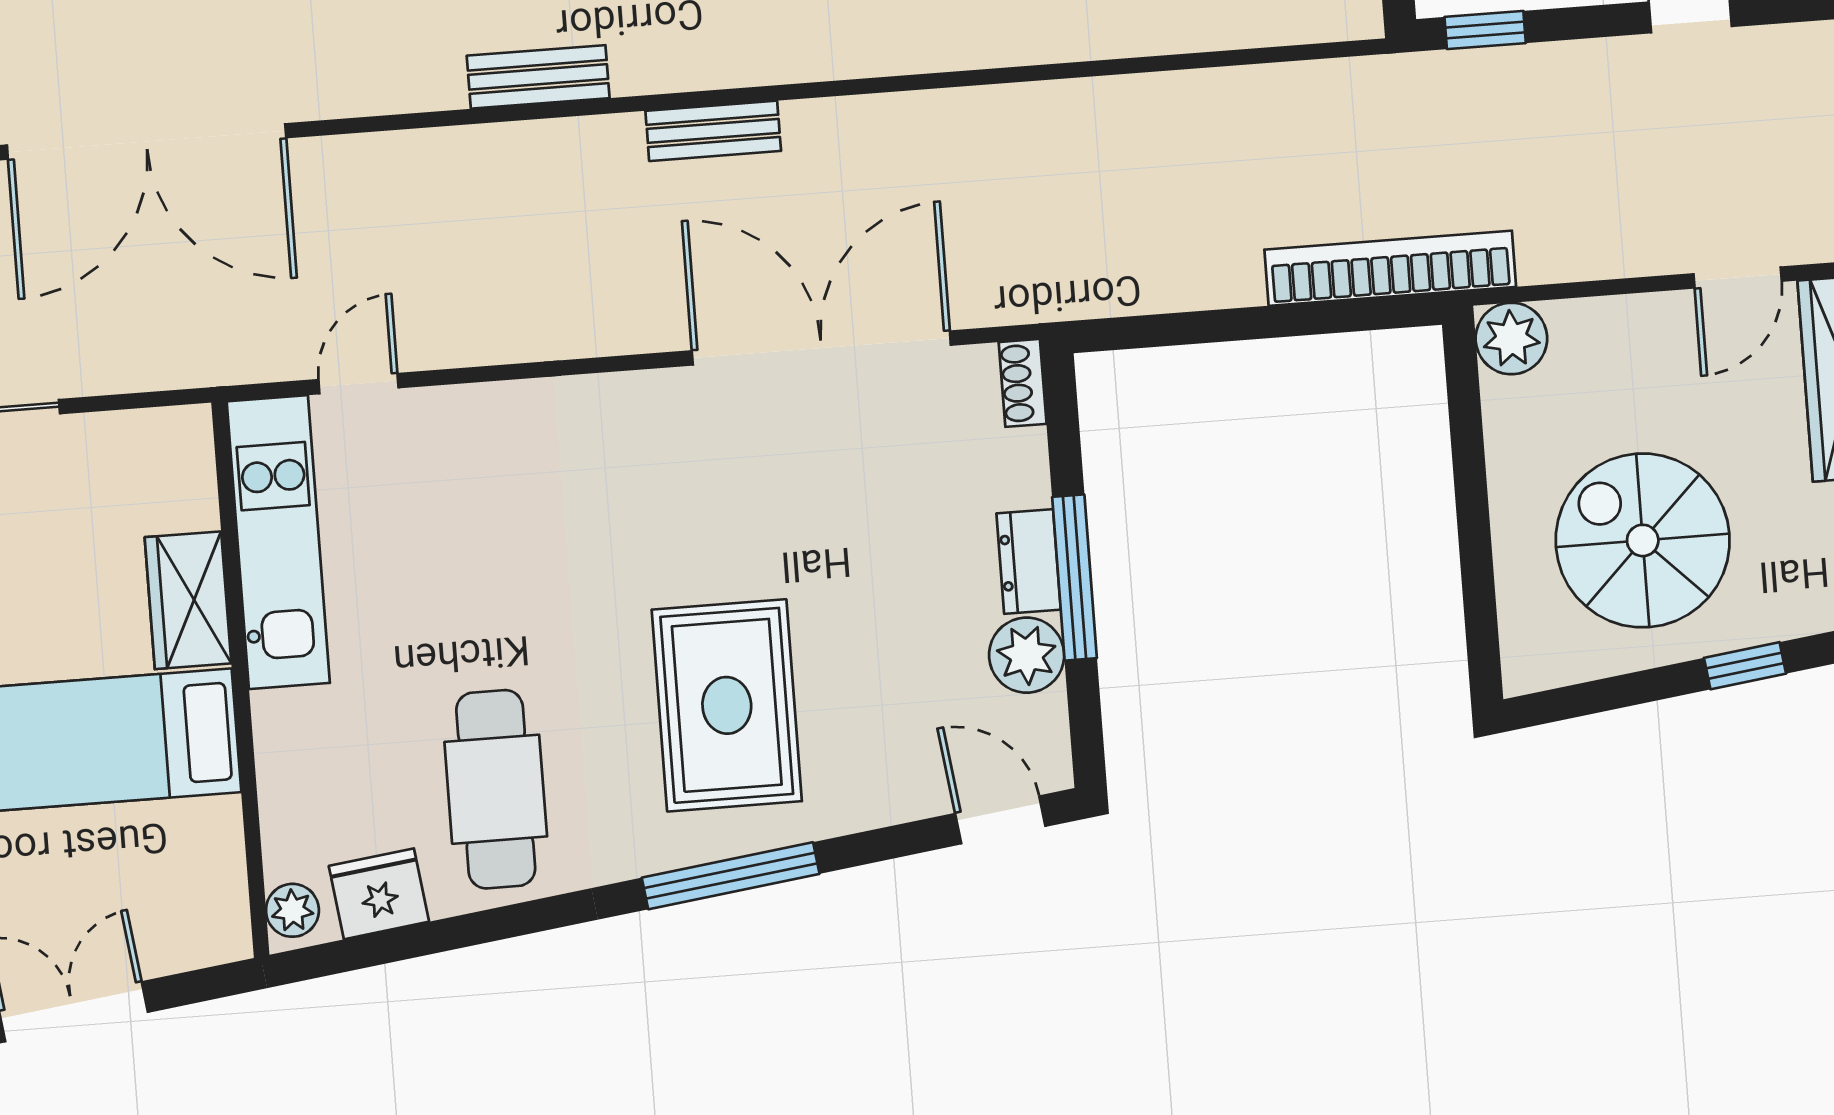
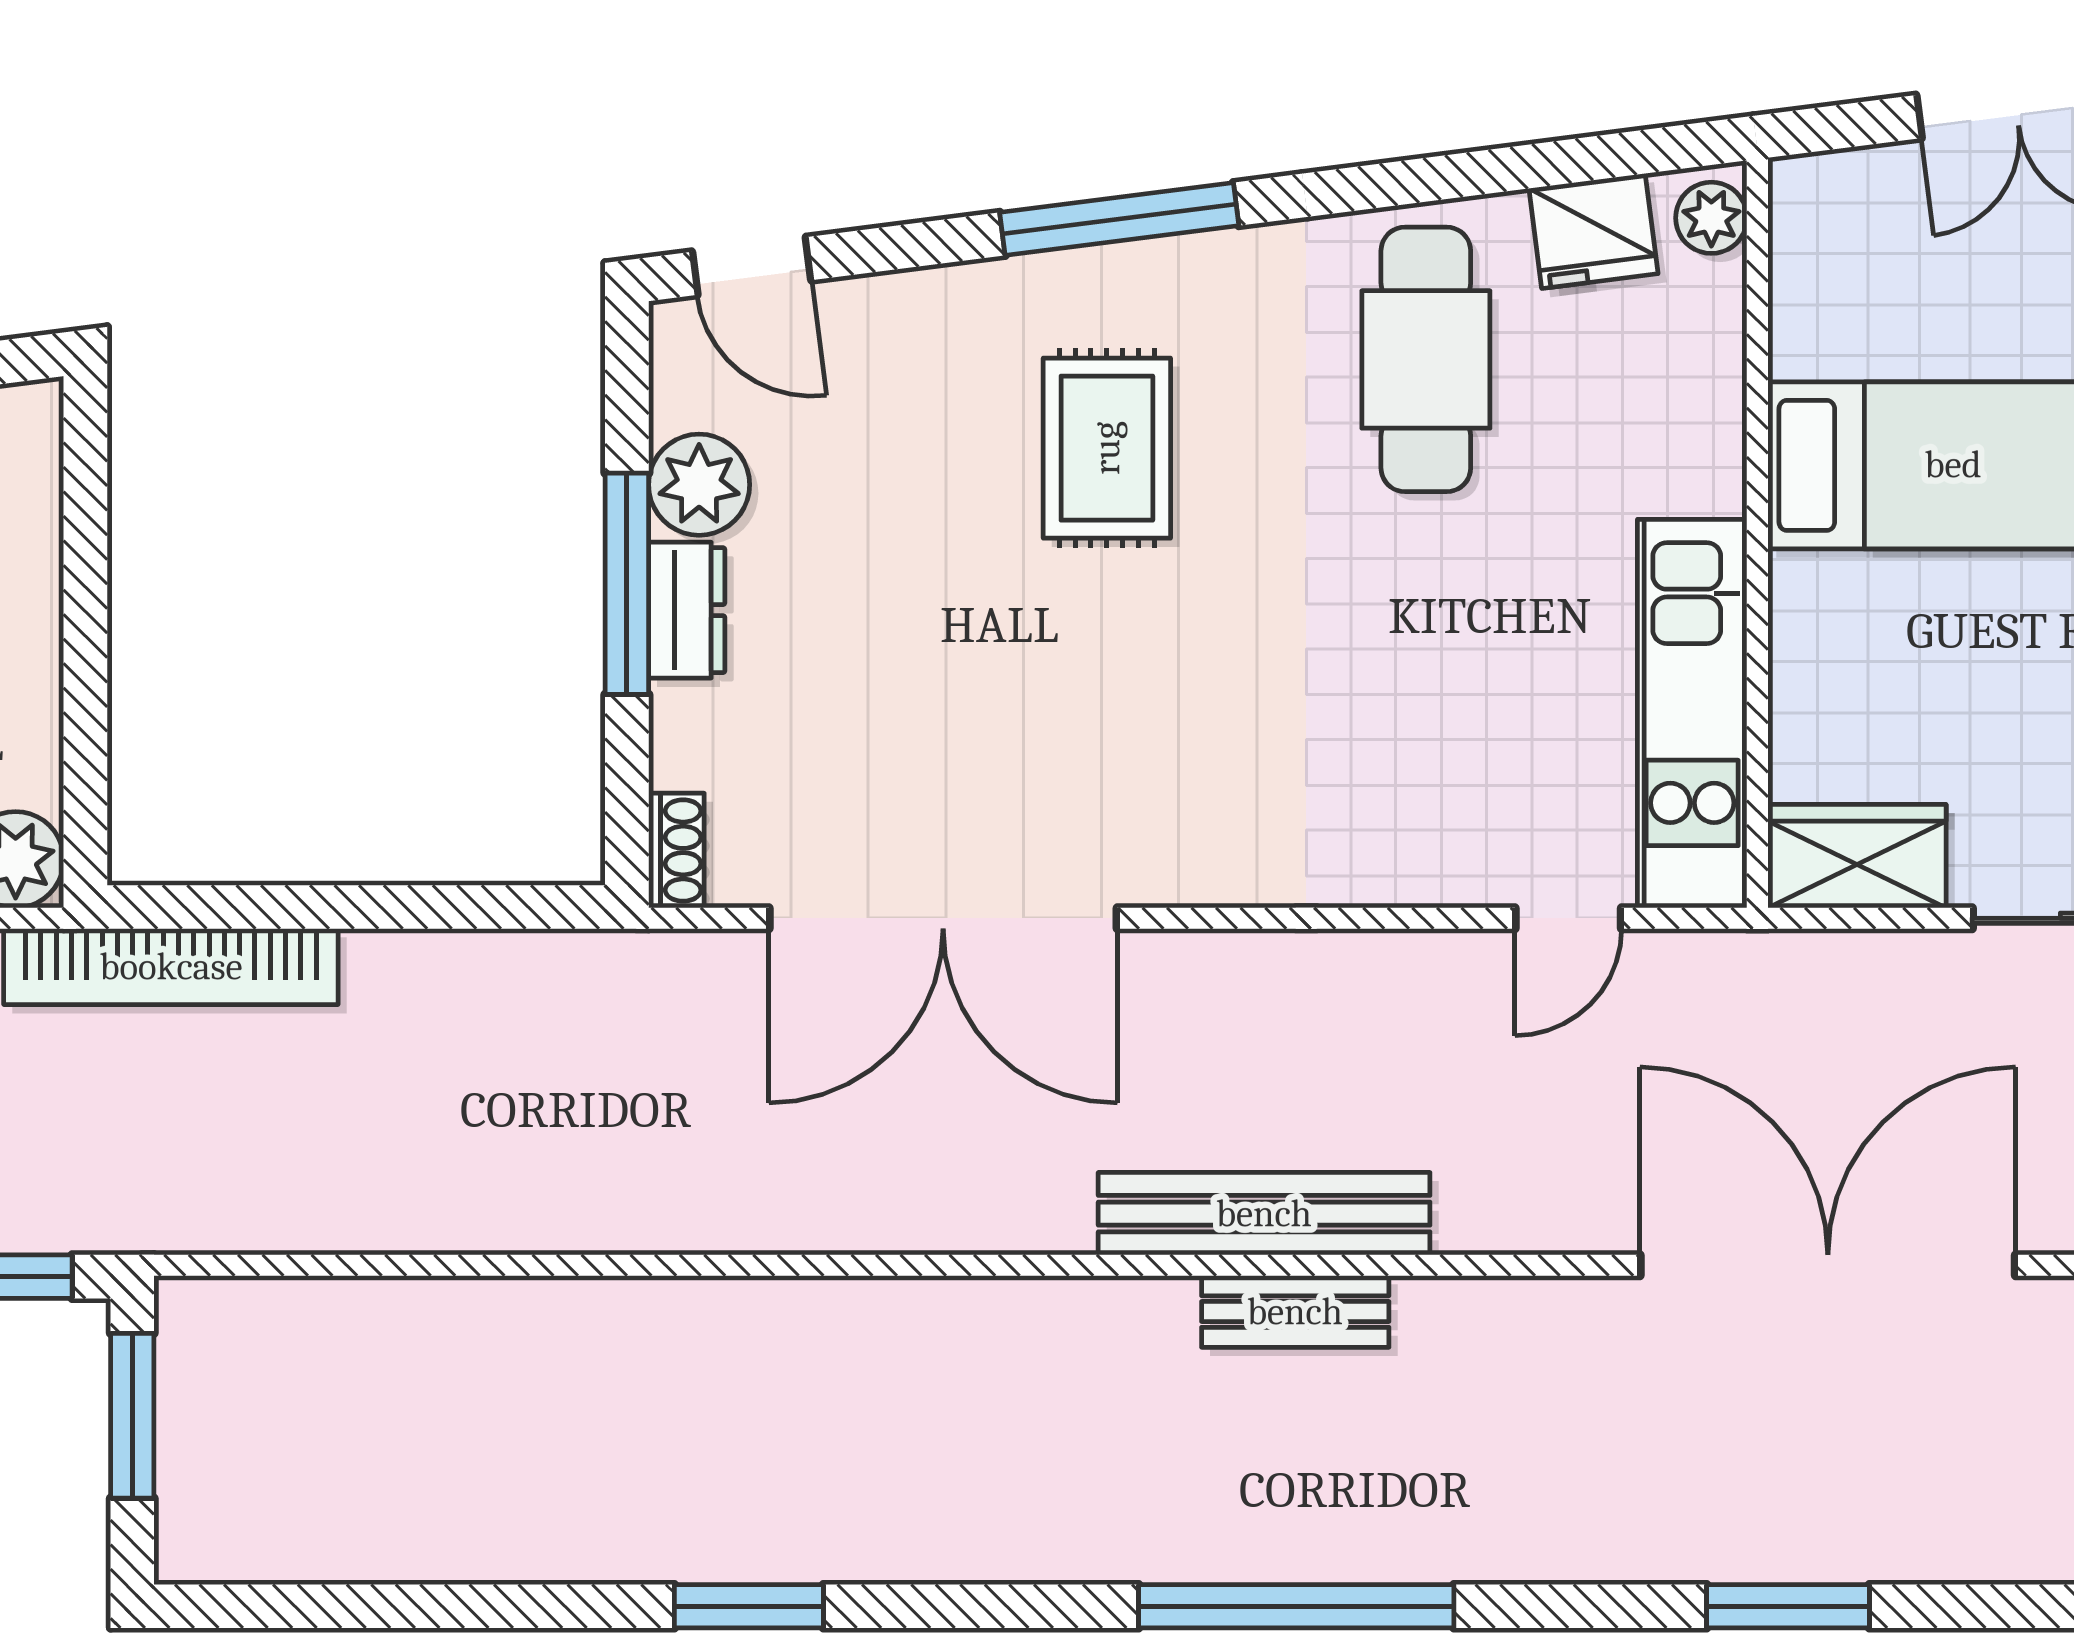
bench: (713, 131) -> (1264, 1214), moved, width x1.86, depth x1.21
wardrobe: (188, 600) -> (1857, 856), moved, turned -90
rug: (727, 705) -> (1107, 448), width x0.73, depth x0.70

